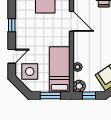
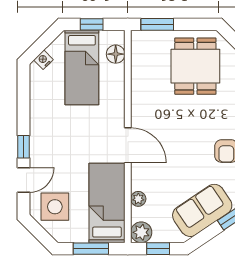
door: (71, 21) -> (128, 145), moved
window: (12, 25) -> (23, 147), moved

